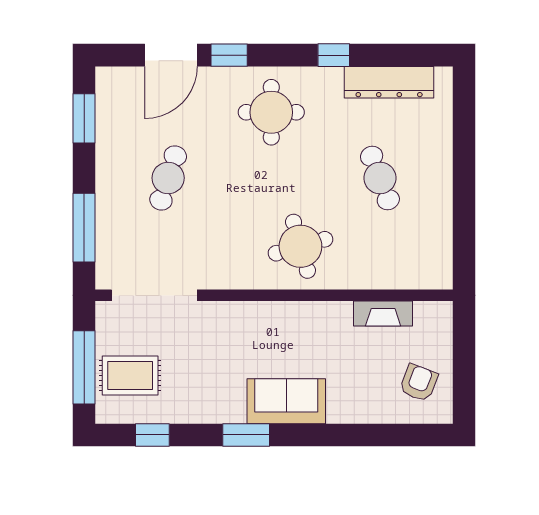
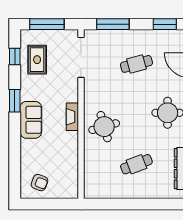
cafe table: (168, 178) -> (136, 64), turned -33
fireplace: (383, 313) -> (72, 117), moved
rug: (130, 376) -> (37, 60), moved

